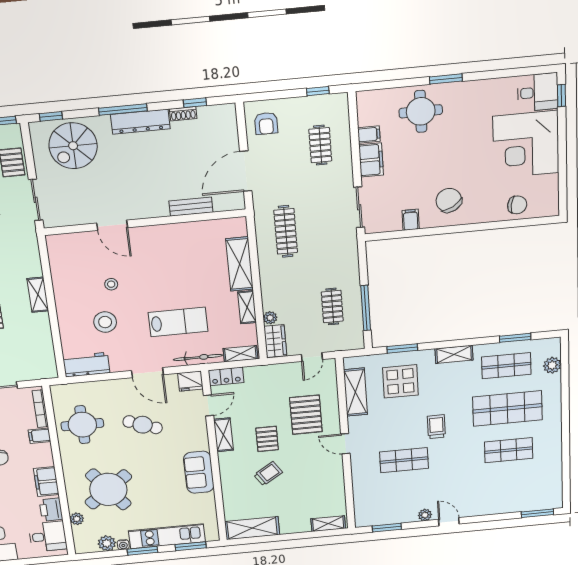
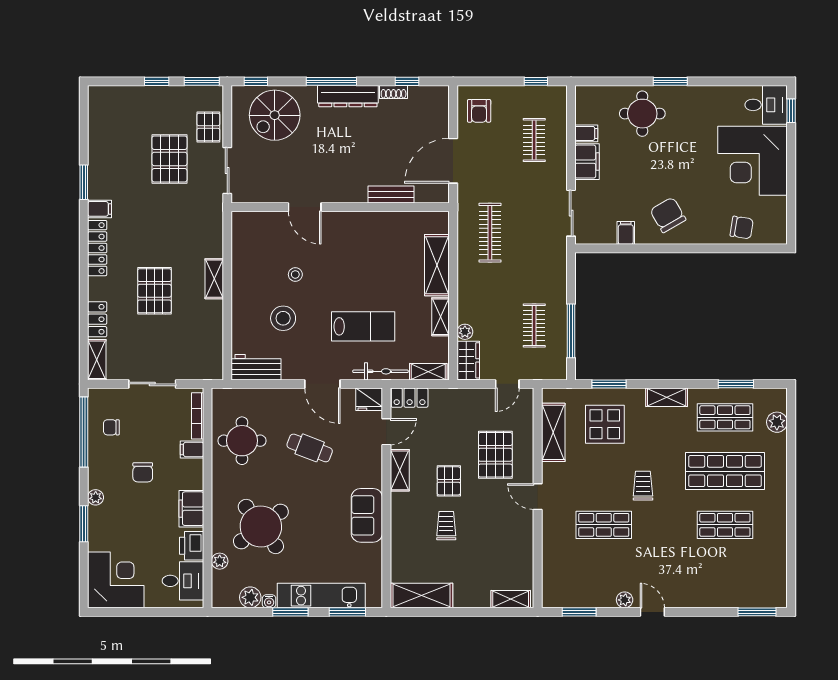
trolley: (268, 474) -> (446, 526), turned -57

